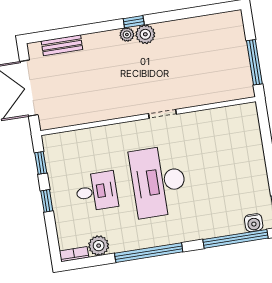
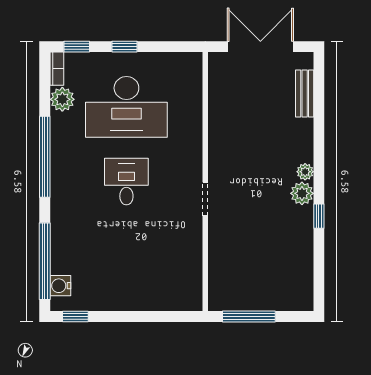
window: (134, 22) -> (319, 216), moved
window: (41, 163) -> (77, 47), moved
desk: (159, 182) -> (126, 182), width x0.53, depth x0.77
desk: (97, 191) -> (126, 107), width x1.87, depth x1.30

